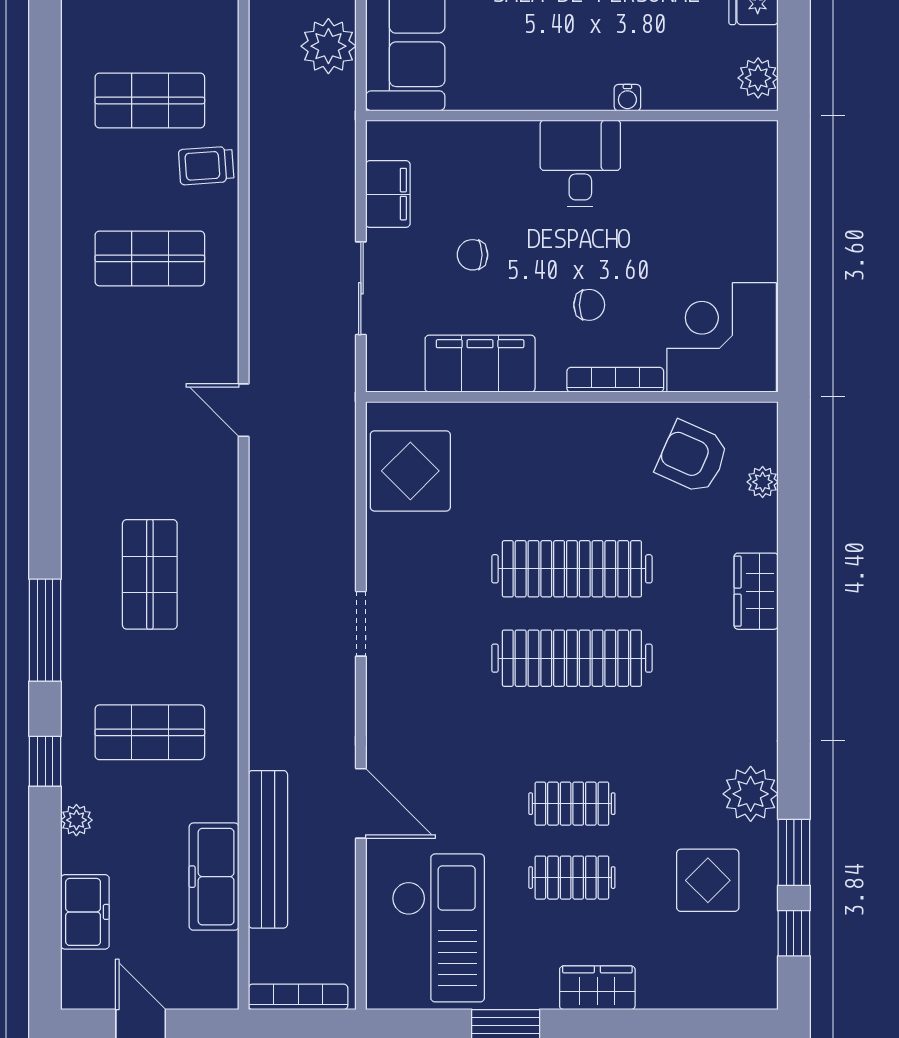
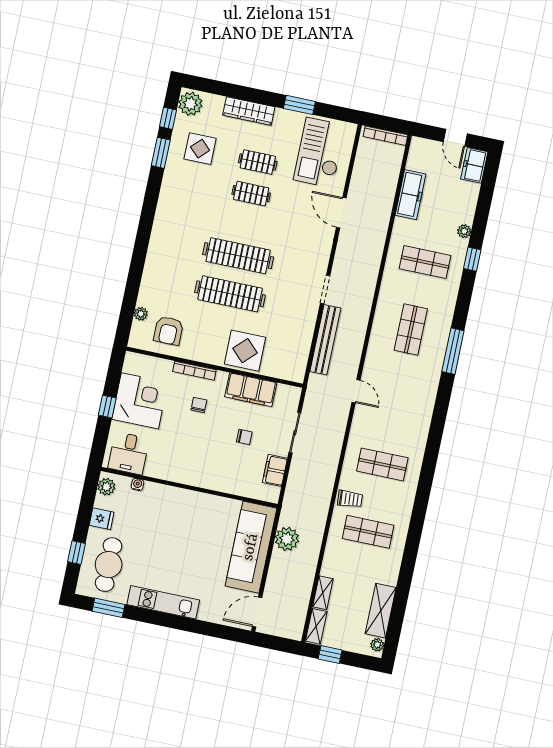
water cooler: (627, 98) -> (138, 485), moved
desk: (580, 164) -> (129, 453), moved
window: (794, 258) -> (107, 407), added
chair: (589, 305) -> (199, 405), turned 90
corner desk: (722, 337) -> (140, 401), moved, turned -90
armchair: (692, 457) -> (169, 331), turned 66
display table: (410, 471) -> (245, 351), moved
wardrobe: (756, 591) -> (153, 268), removed
window: (45, 630) -> (453, 351), moved
plant: (751, 794) -> (190, 104), moved
bench: (268, 849) -> (325, 340), moved
freezer: (85, 912) -> (474, 165), moved
wardrobe: (597, 988) -> (249, 111), width x1.50

